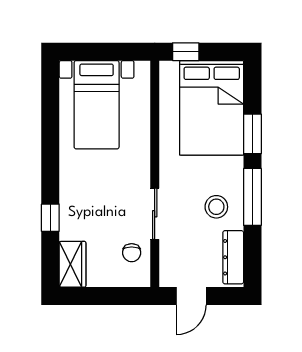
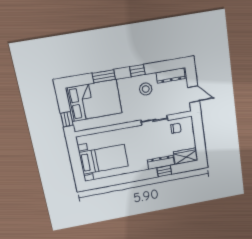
window: (252, 197) -> (137, 71), width x0.46
dresser: (69, 214) -> (161, 162), added

